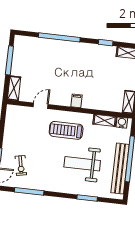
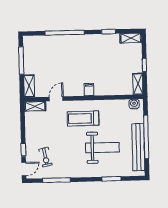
shelving: (105, 120) -> (35, 106), moved
weight bench: (82, 164) -> (102, 148), turned 180

